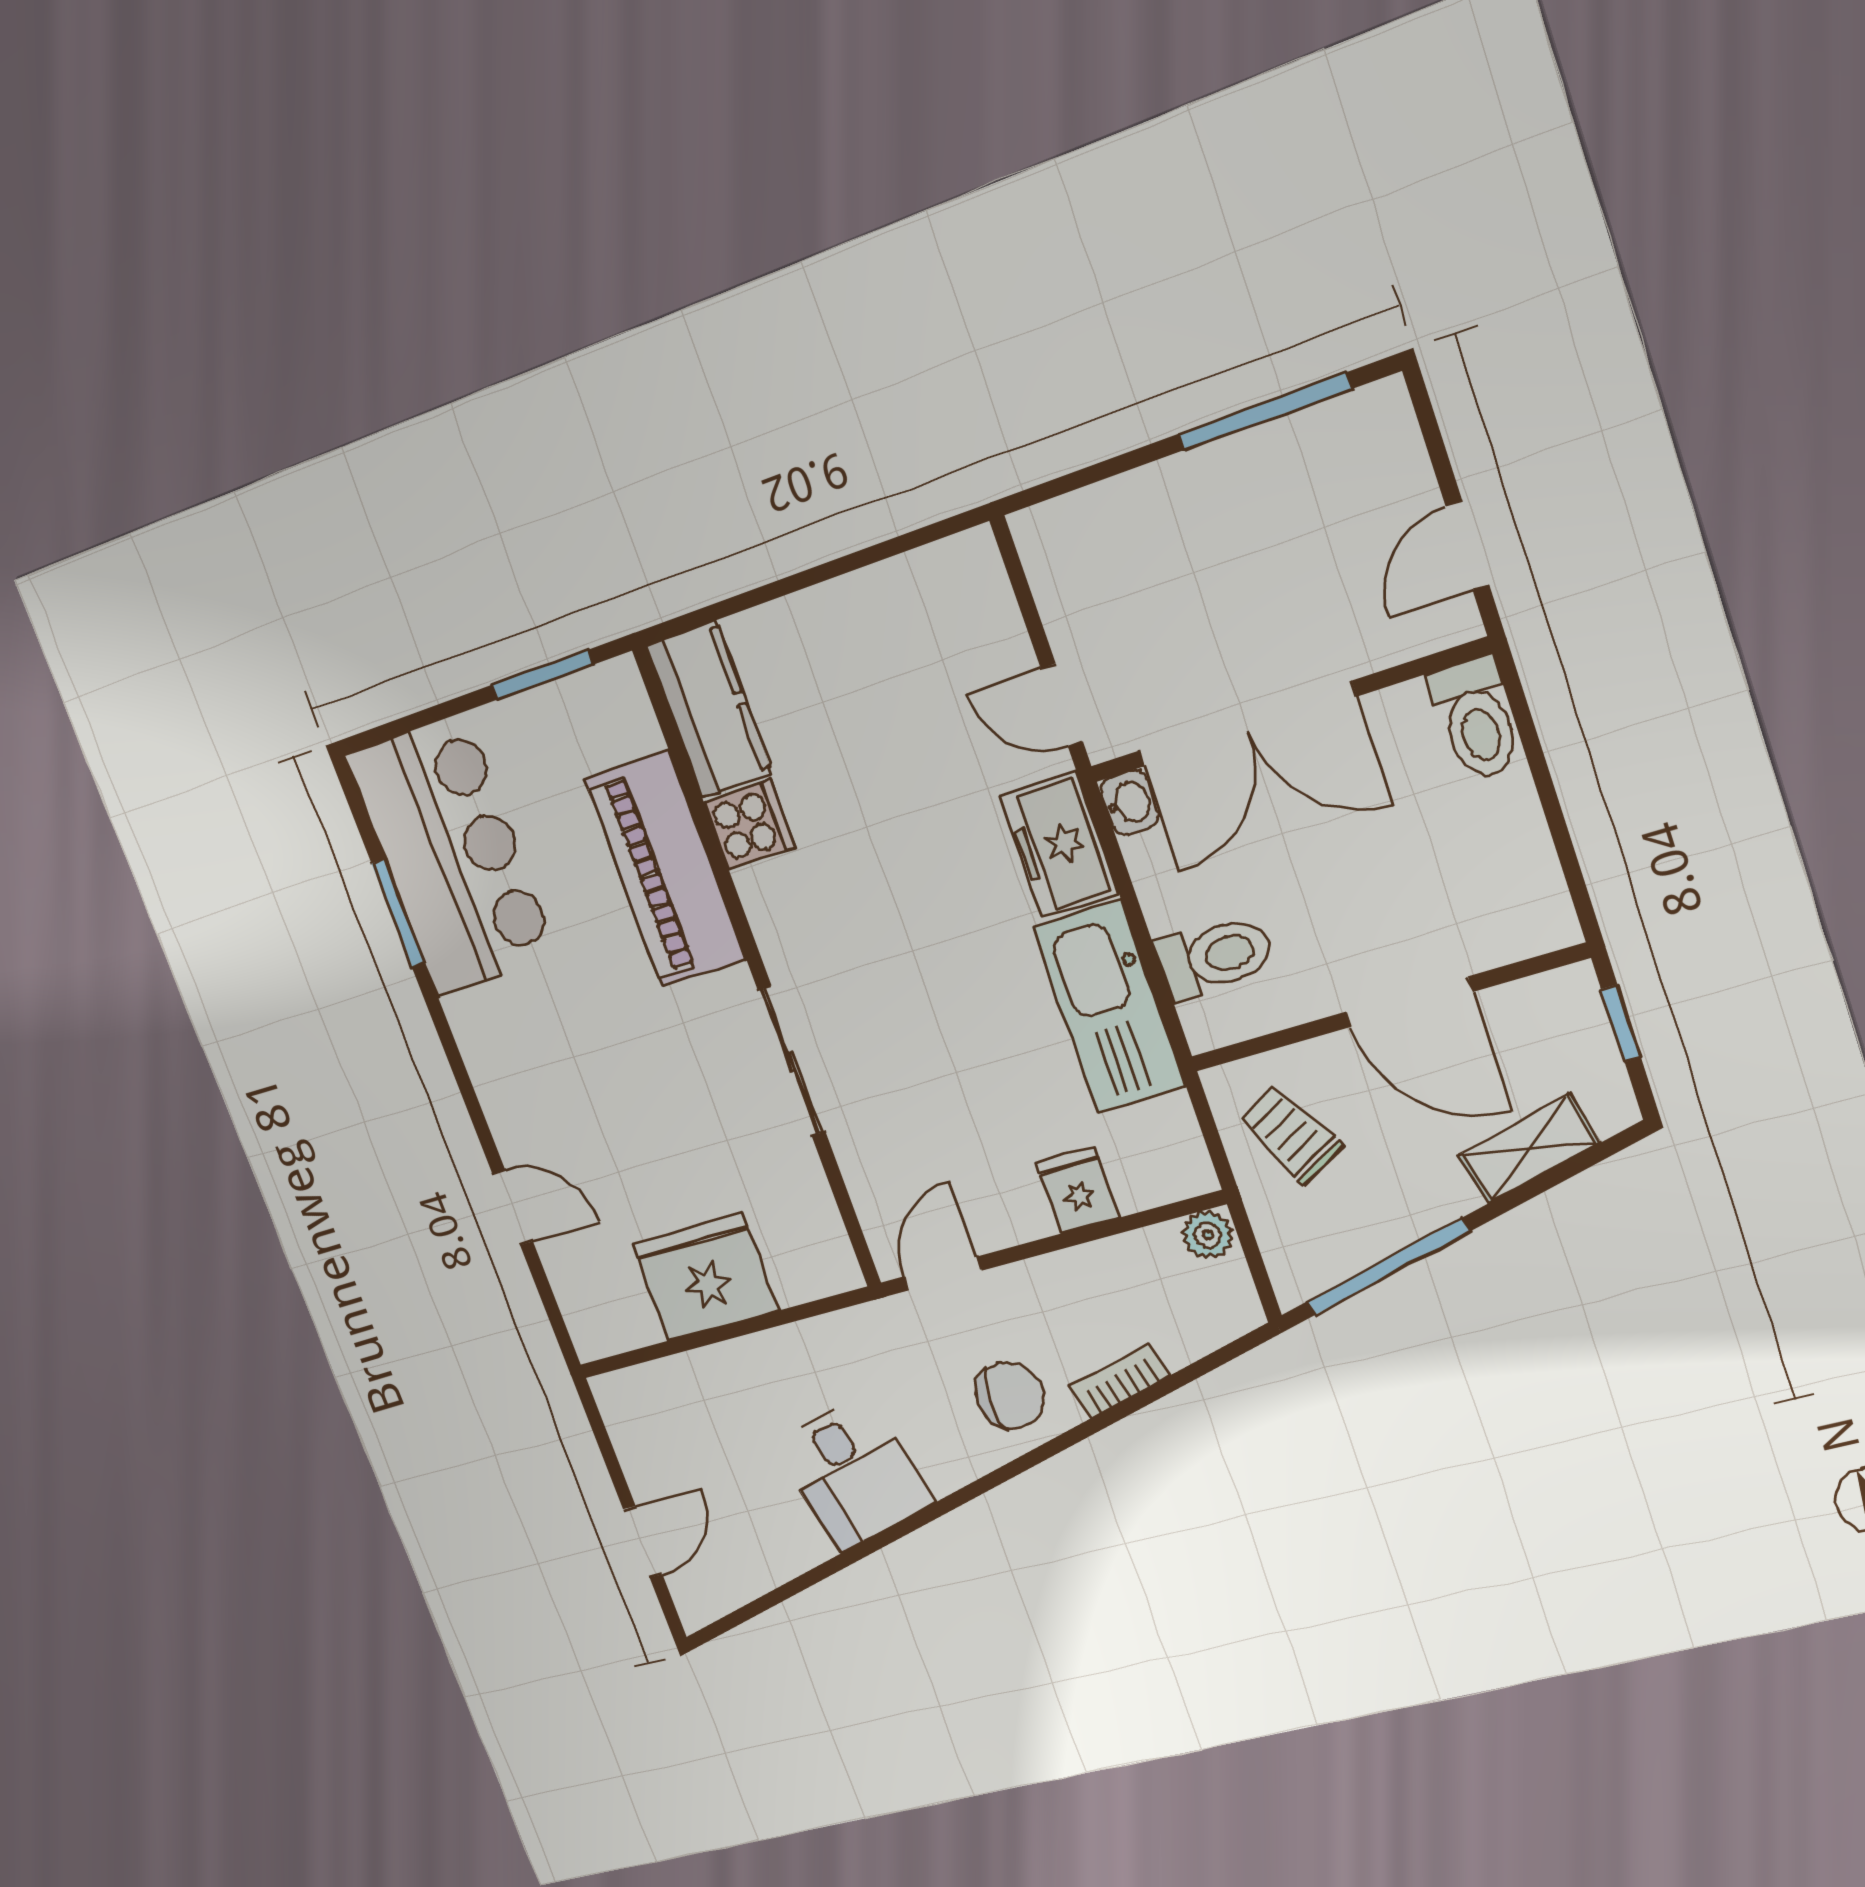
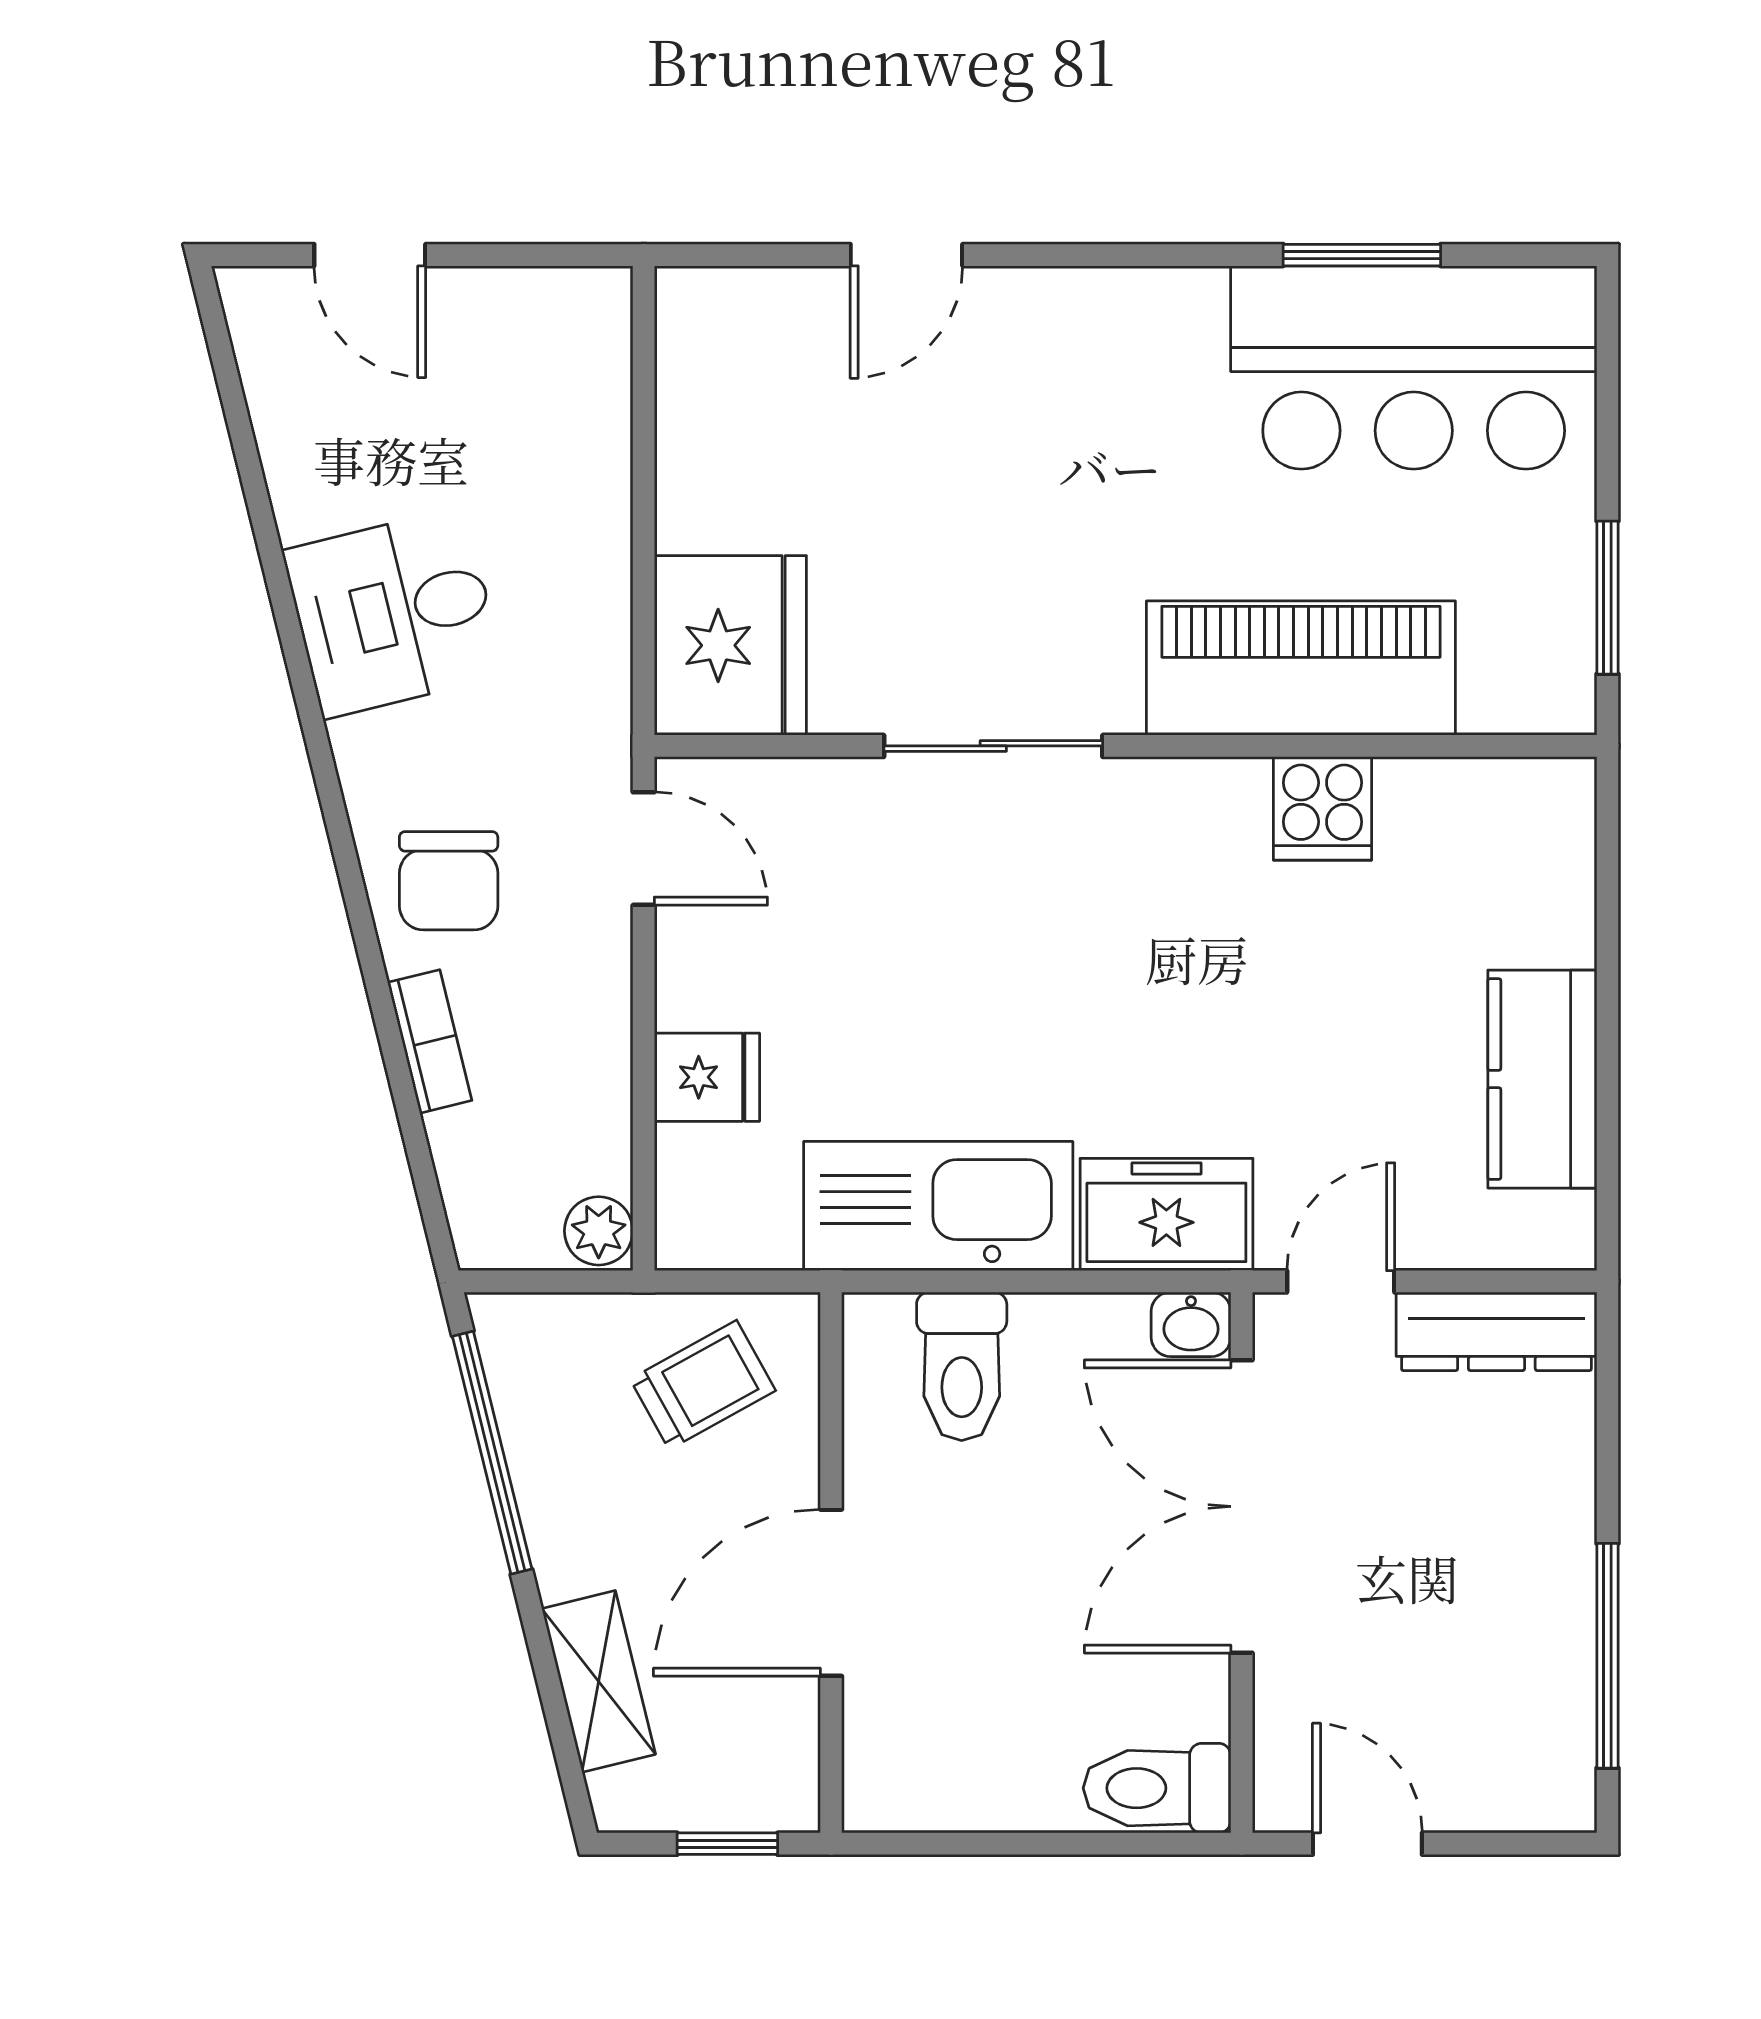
dresser: (1058, 579) -> (1496, 1331), added
kitchen counter: (709, 709) -> (1542, 1079), moved, turned 90
fridge: (705, 1277) -> (730, 645), moved

